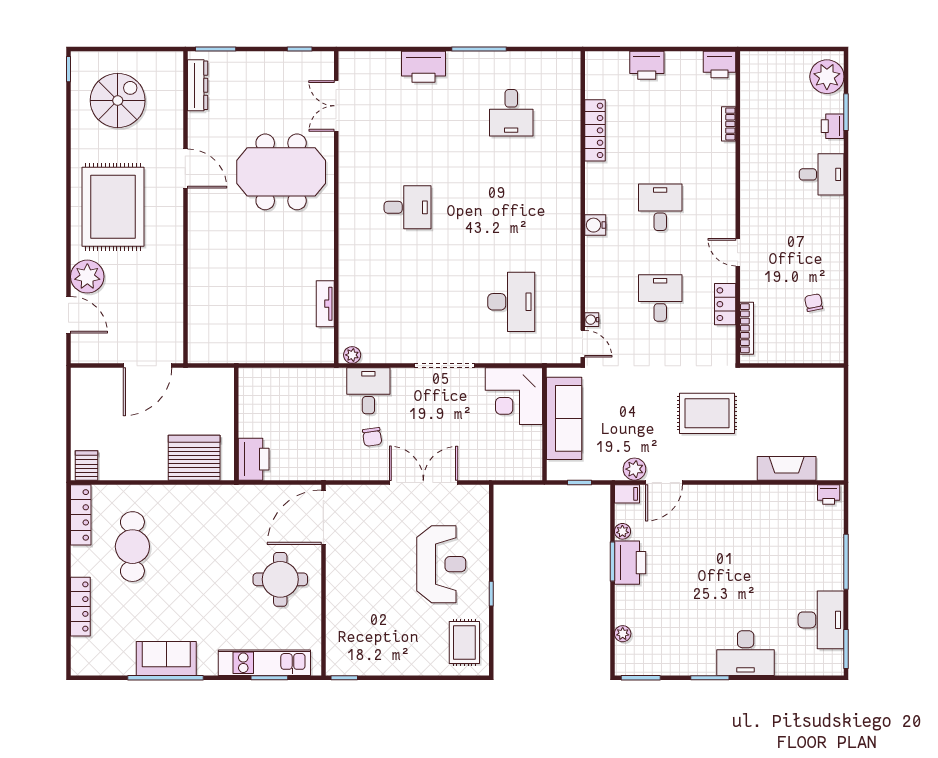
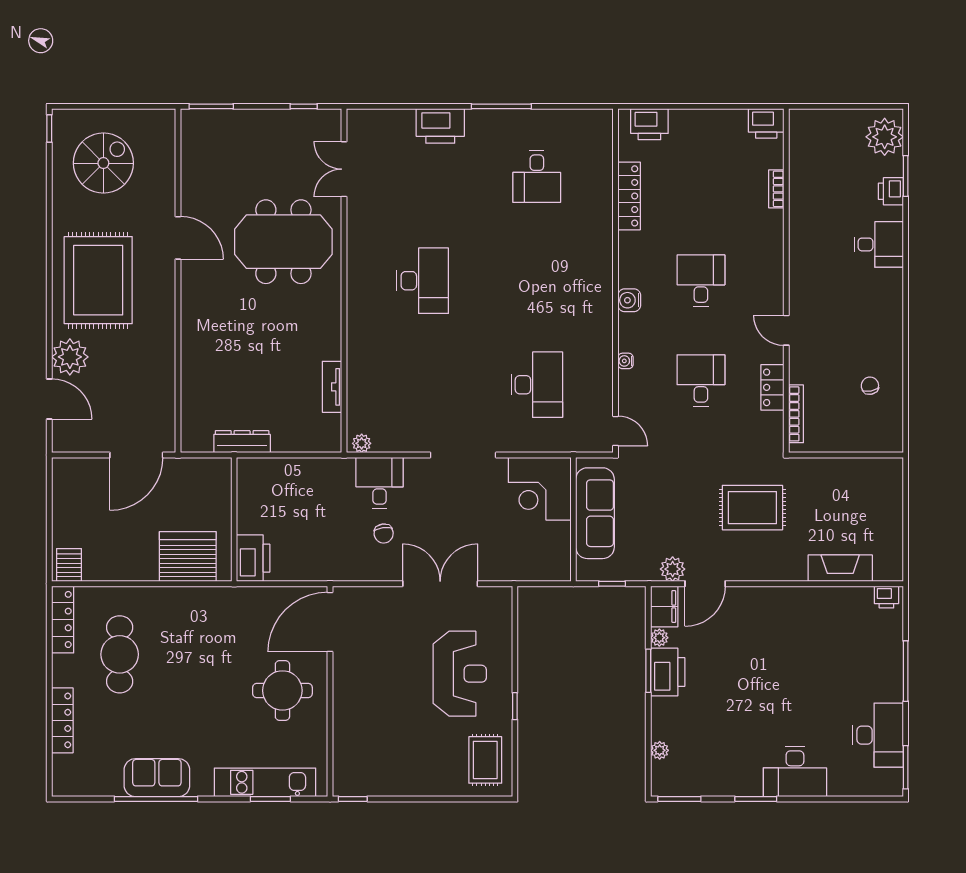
printer: (647, 65) -> (649, 124), moved
dresser: (198, 85) -> (242, 442), moved, turned -90
desk: (408, 207) -> (423, 281), width x1.37
water cooler: (592, 320) -> (626, 361), moved
filing cabinet: (627, 494) -> (664, 606), width x2.00

